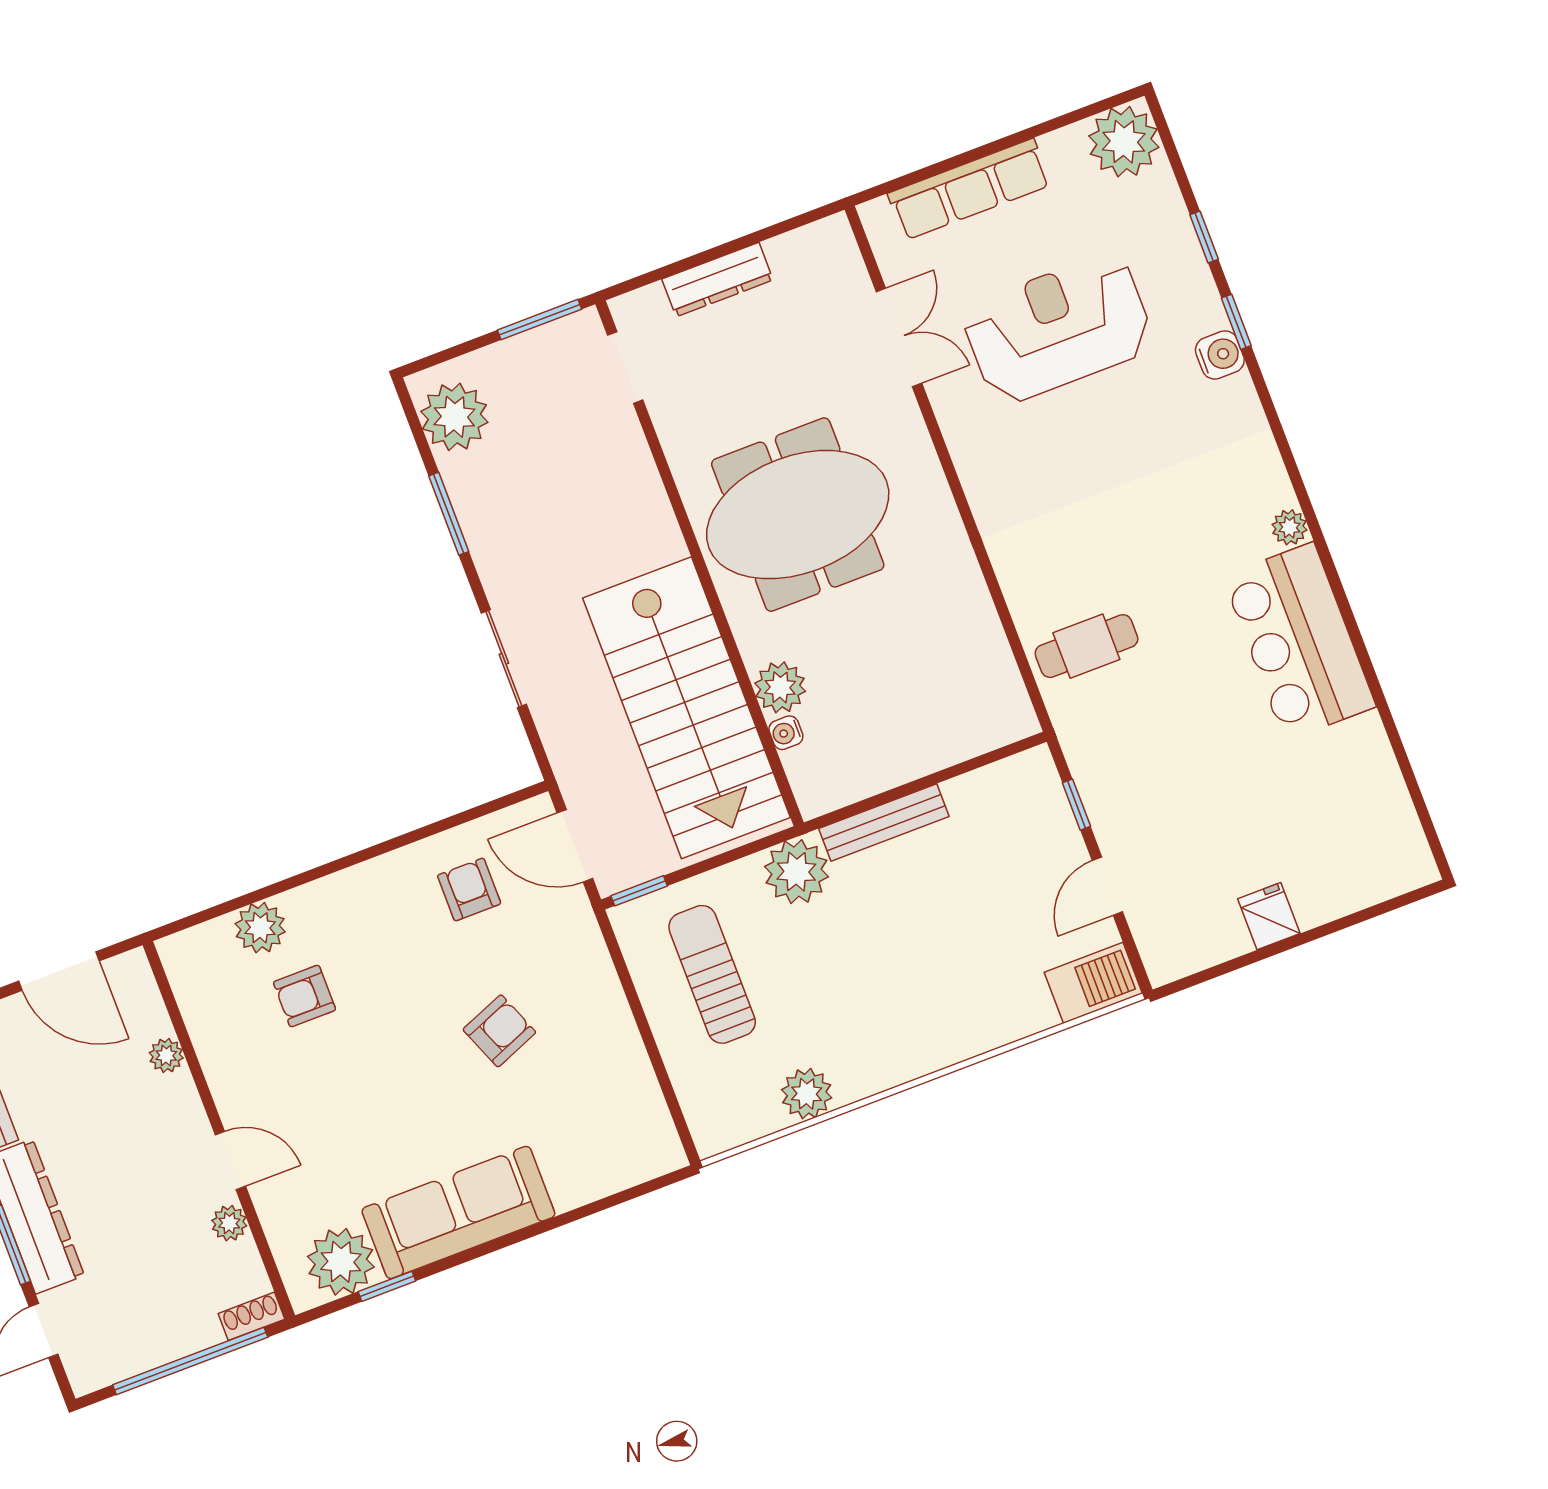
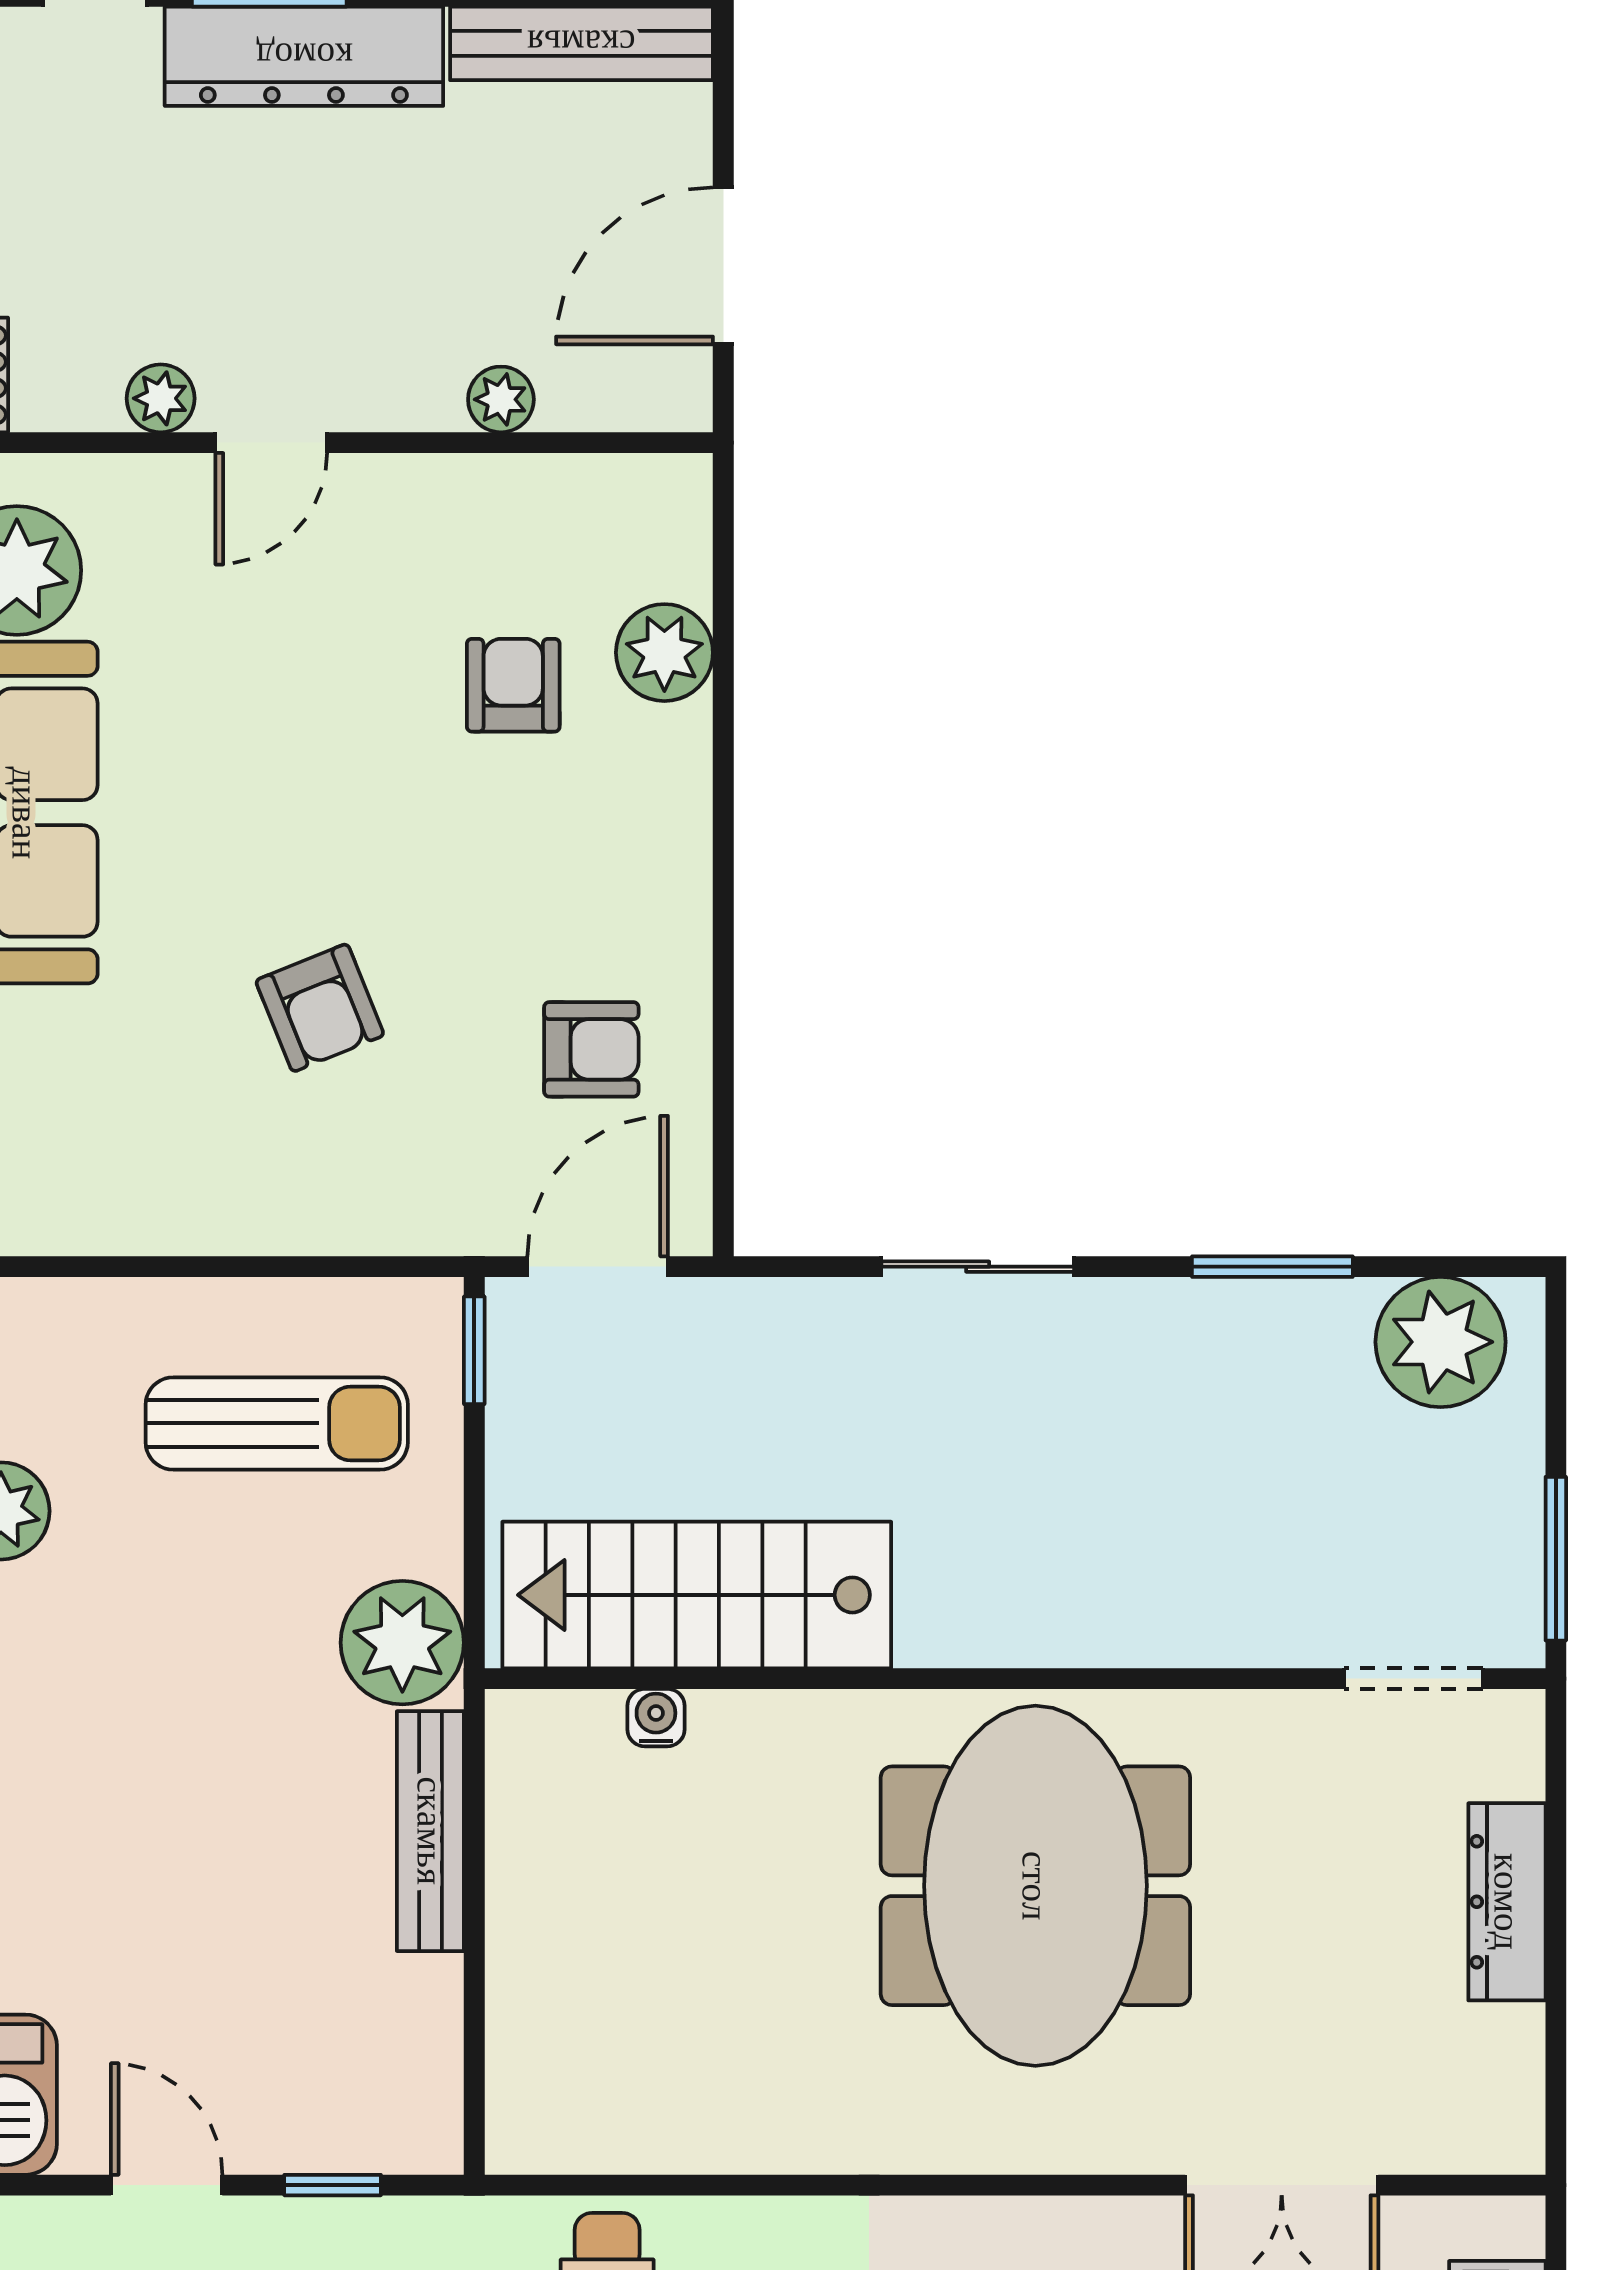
plant: (780, 687) -> (741, 1738), removed
stairs: (686, 708) -> (697, 1595), width x0.73, depth x0.66

